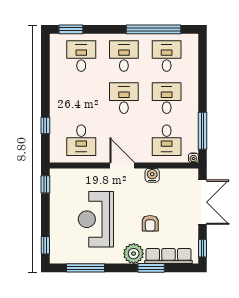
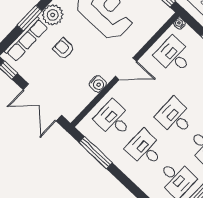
desk: (124, 98) -> (175, 117), turned 180
desk: (167, 98) -> (145, 149), turned 180
water cooler: (193, 158) -> (179, 24), moved

